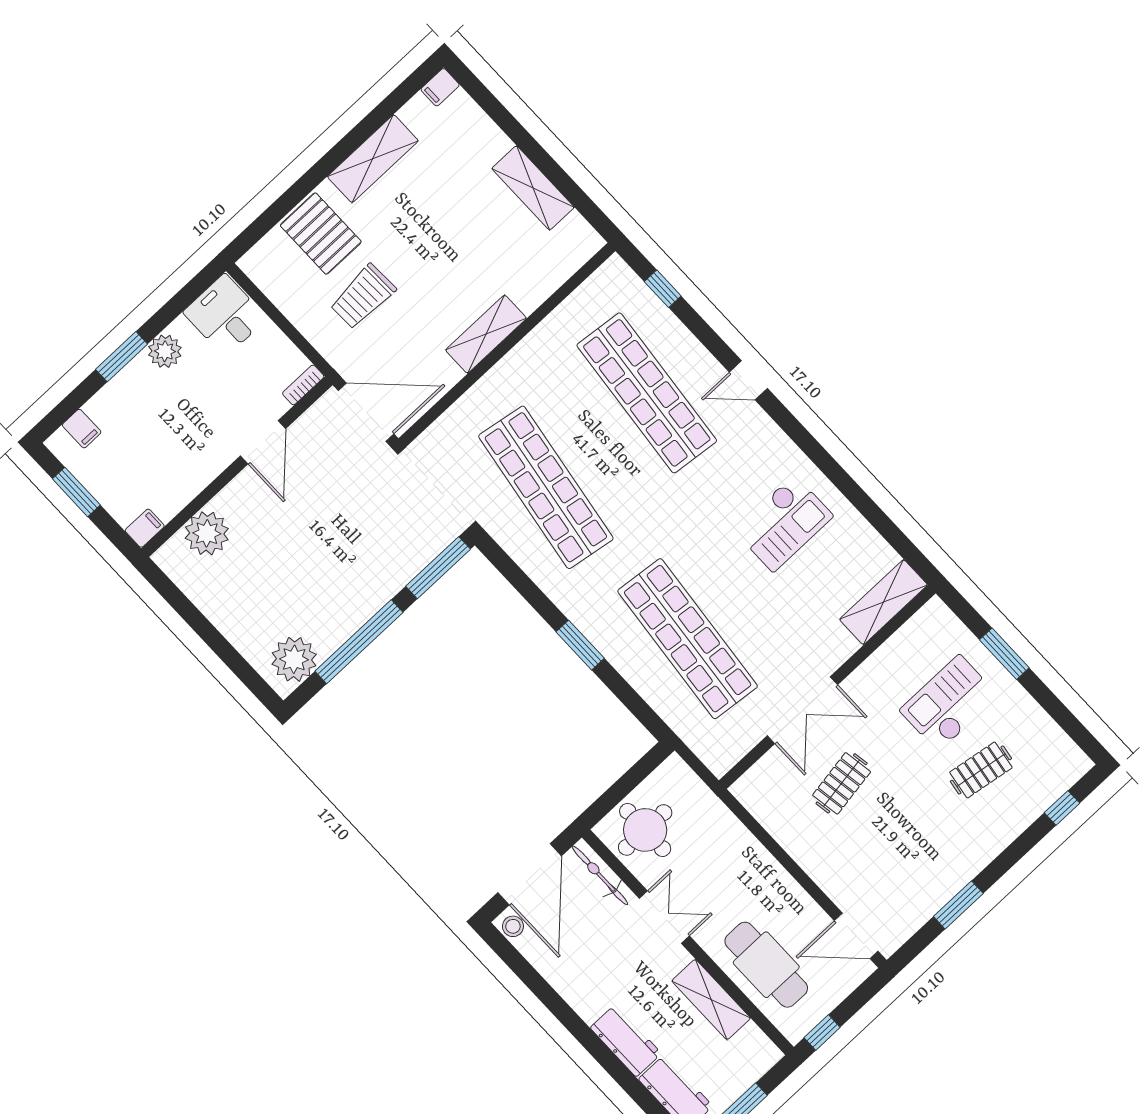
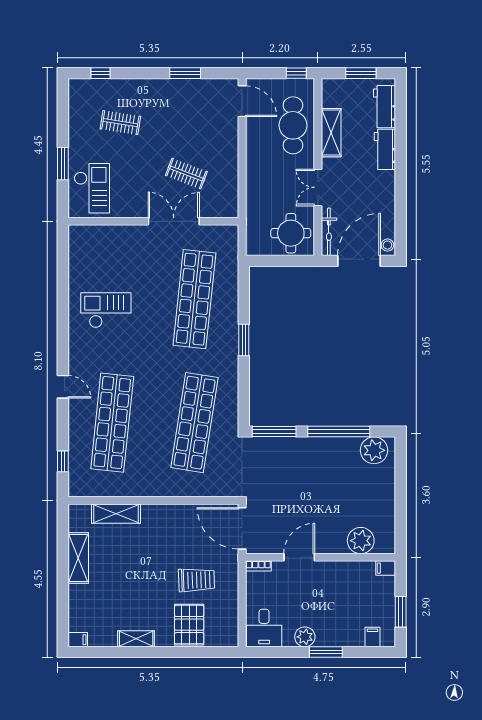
shelving: (373, 159) -> (136, 639), width x0.67, depth x0.75
shelving: (486, 334) -> (116, 514), moved
shelving: (883, 602) -> (94, 235), removed
checkout: (949, 703) -> (92, 188), moved, turned -90
clothes rail: (842, 783) -> (186, 174), turned 30

